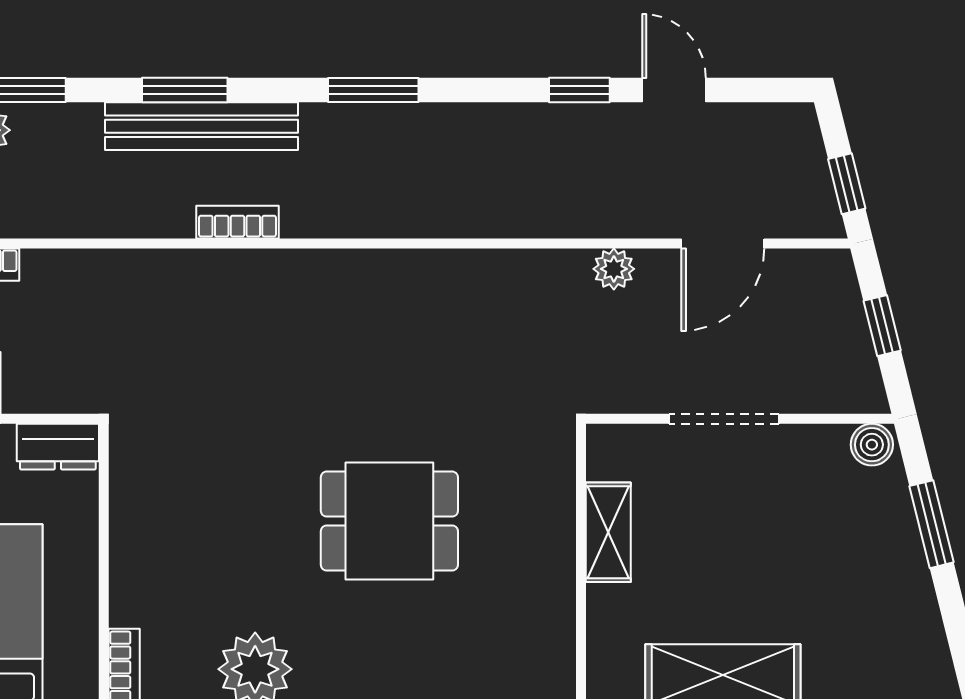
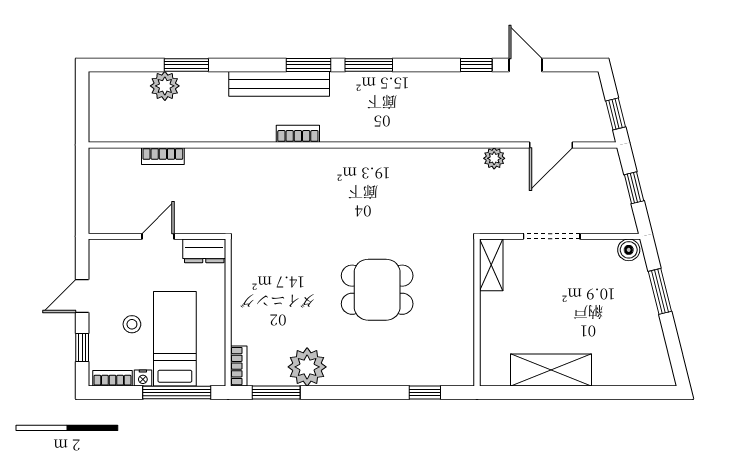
window: (185, 90) -> (309, 65), moved
shelving: (608, 532) -> (491, 265), moved

